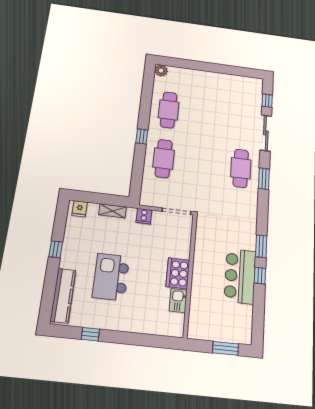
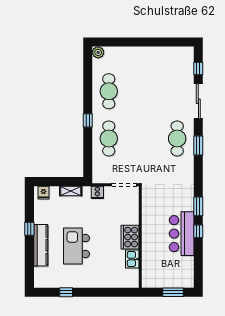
kitchen counter: (63, 296) -> (41, 245), moved

